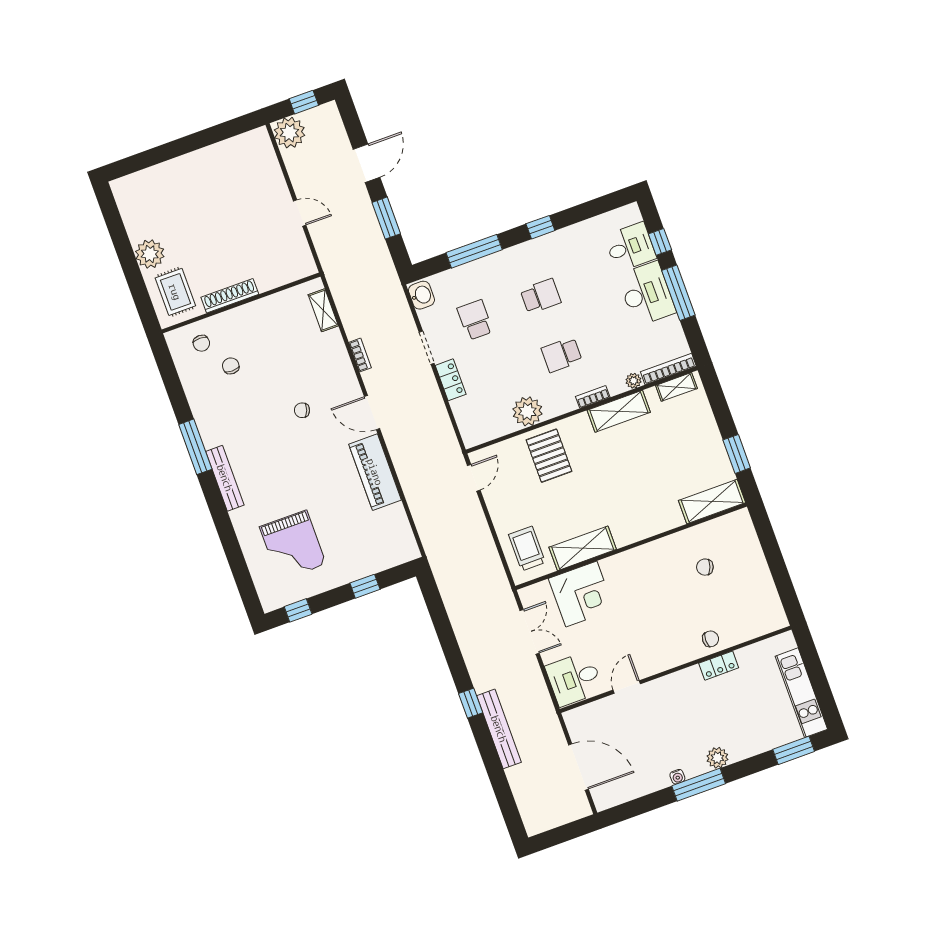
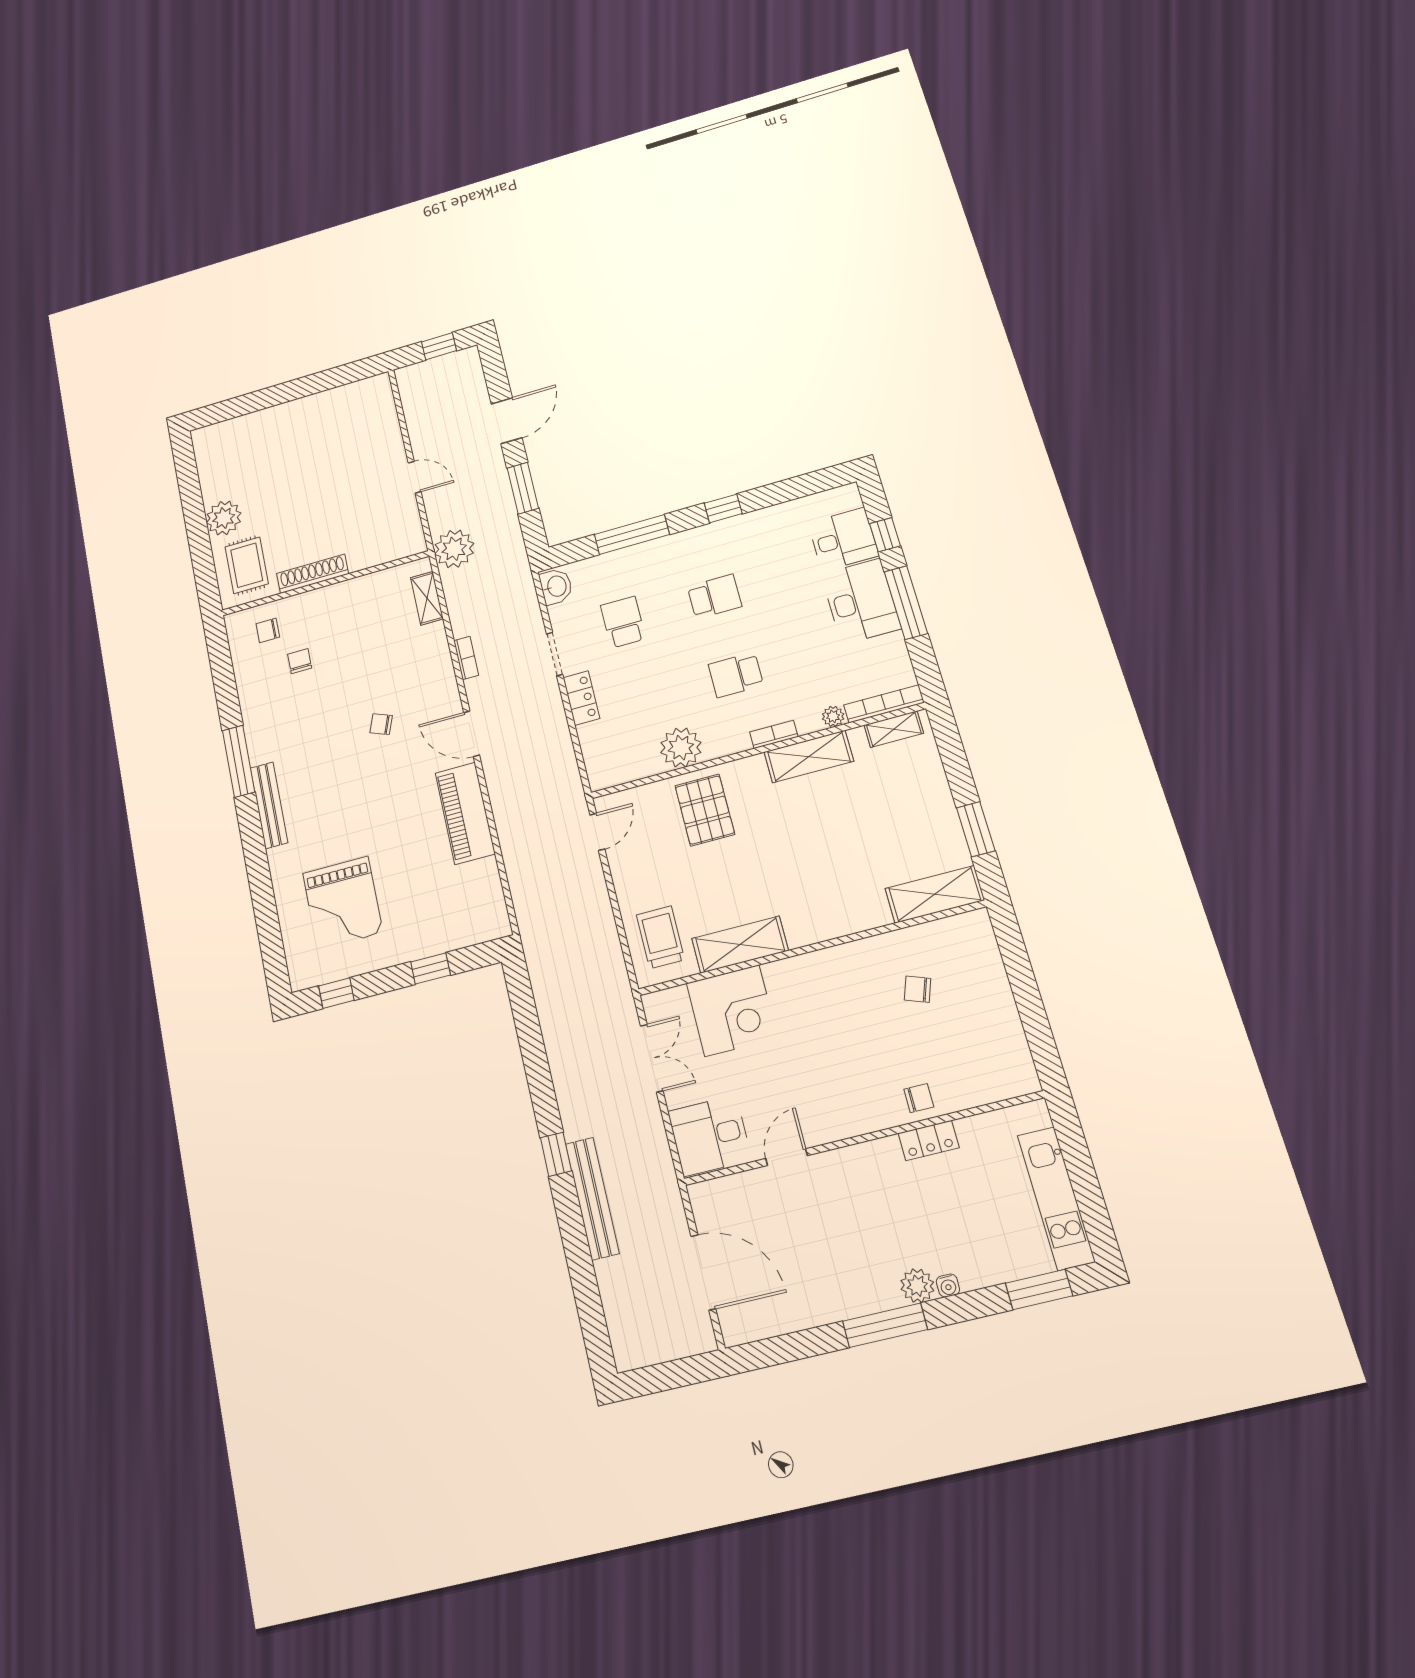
plant: (289, 133) -> (454, 549), moved
chair: (201, 343) -> (268, 630), turned 90
water cooler: (677, 777) -> (948, 1286), moved

